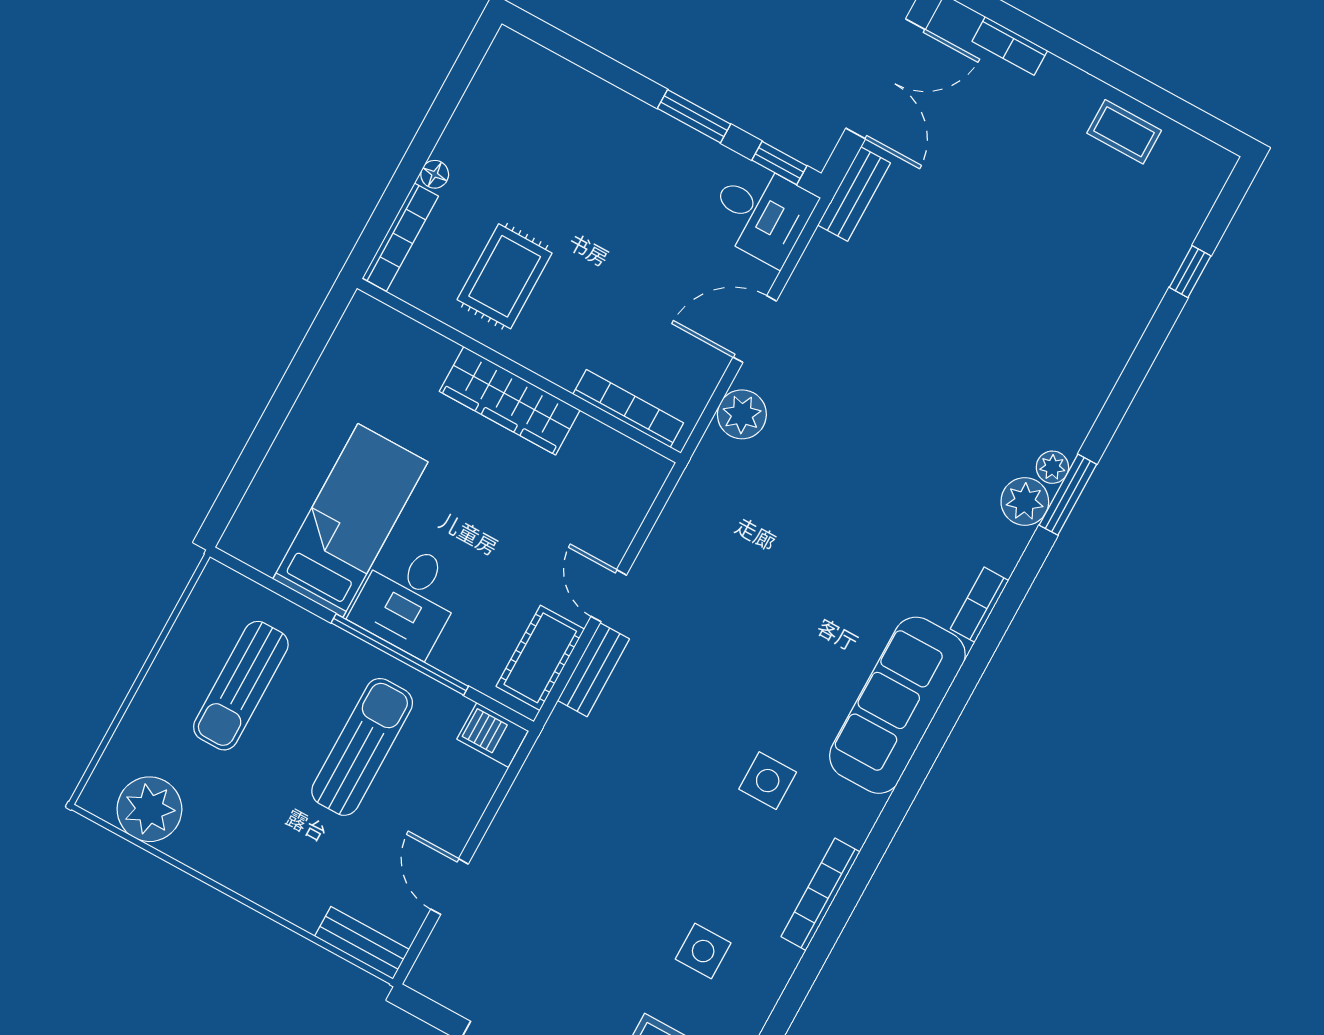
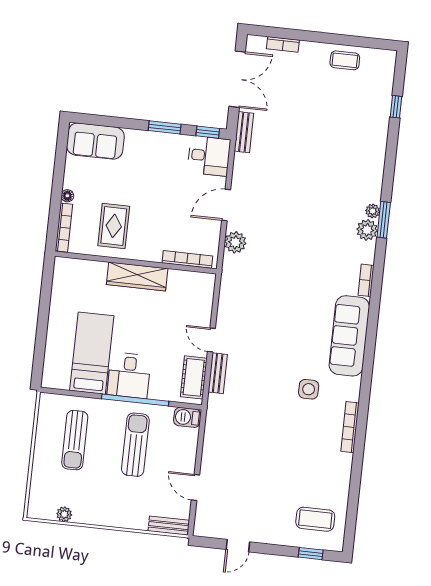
sofa: (539, 85) -> (95, 141), added
plant: (149, 809) -> (64, 514), width x0.53, depth x0.53
side table: (703, 951) -> (311, 471), removed

